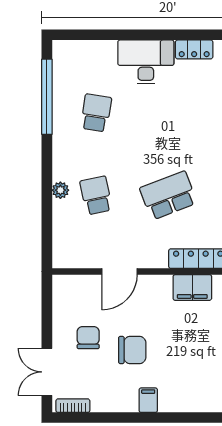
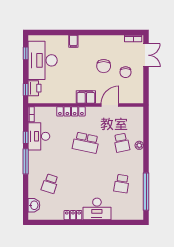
school desk: (168, 195) -> (86, 143), turned 33
filing cabinet: (192, 287) -> (86, 97), moved
chair: (132, 350) -> (104, 66), turned -90
filing cabinet: (148, 400) -> (73, 41), moved

